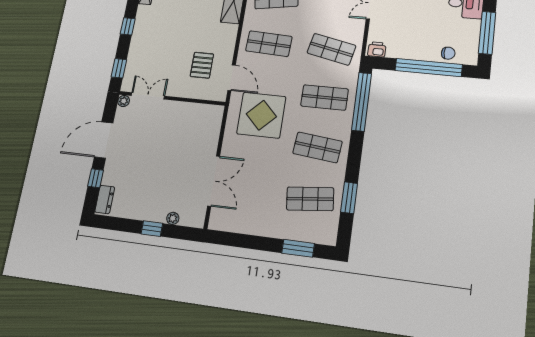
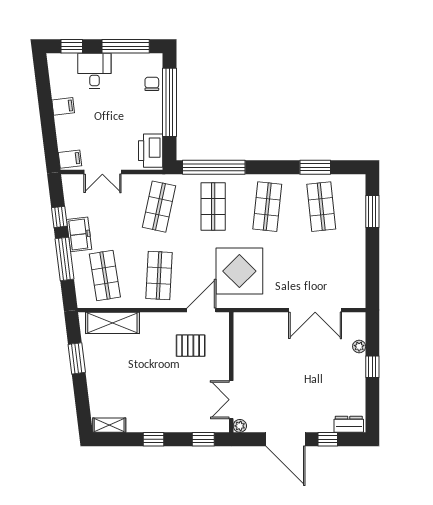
printer: (377, 49) -> (151, 151), width x1.87, depth x1.48
double door: (214, 181) -> (315, 310), swing flipped

